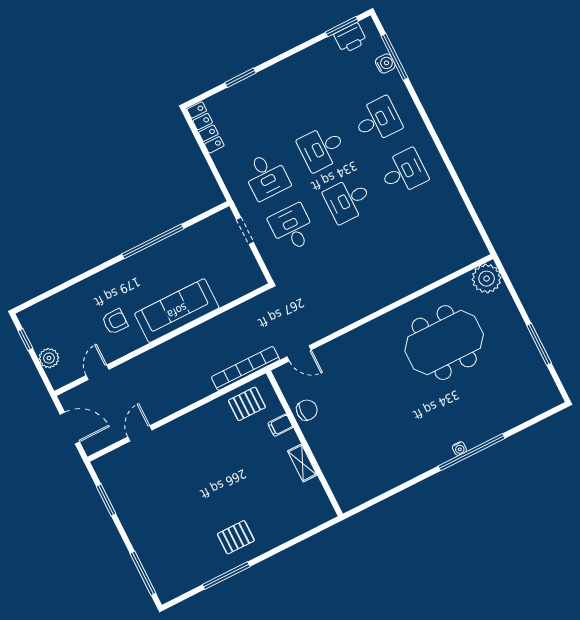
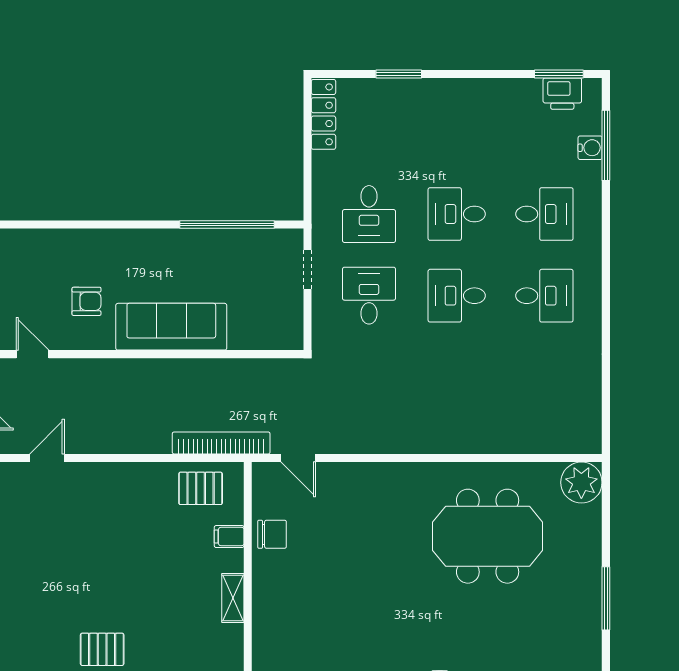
window: (153, 241) -> (227, 224), moved
door: (97, 372) -> (32, 354), hinge flipped

